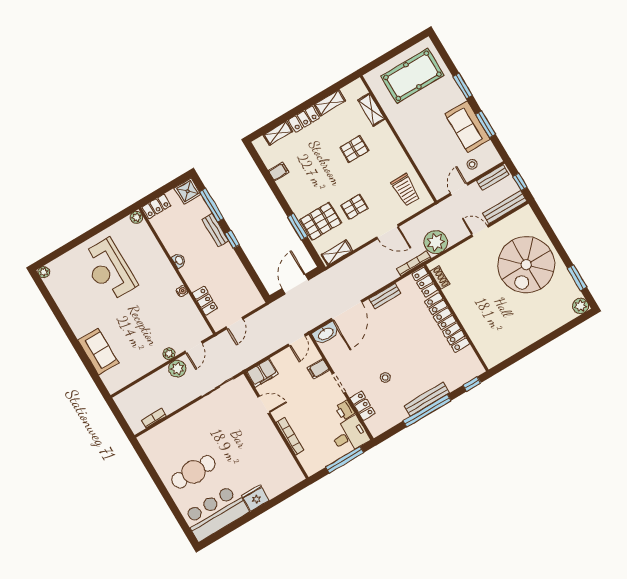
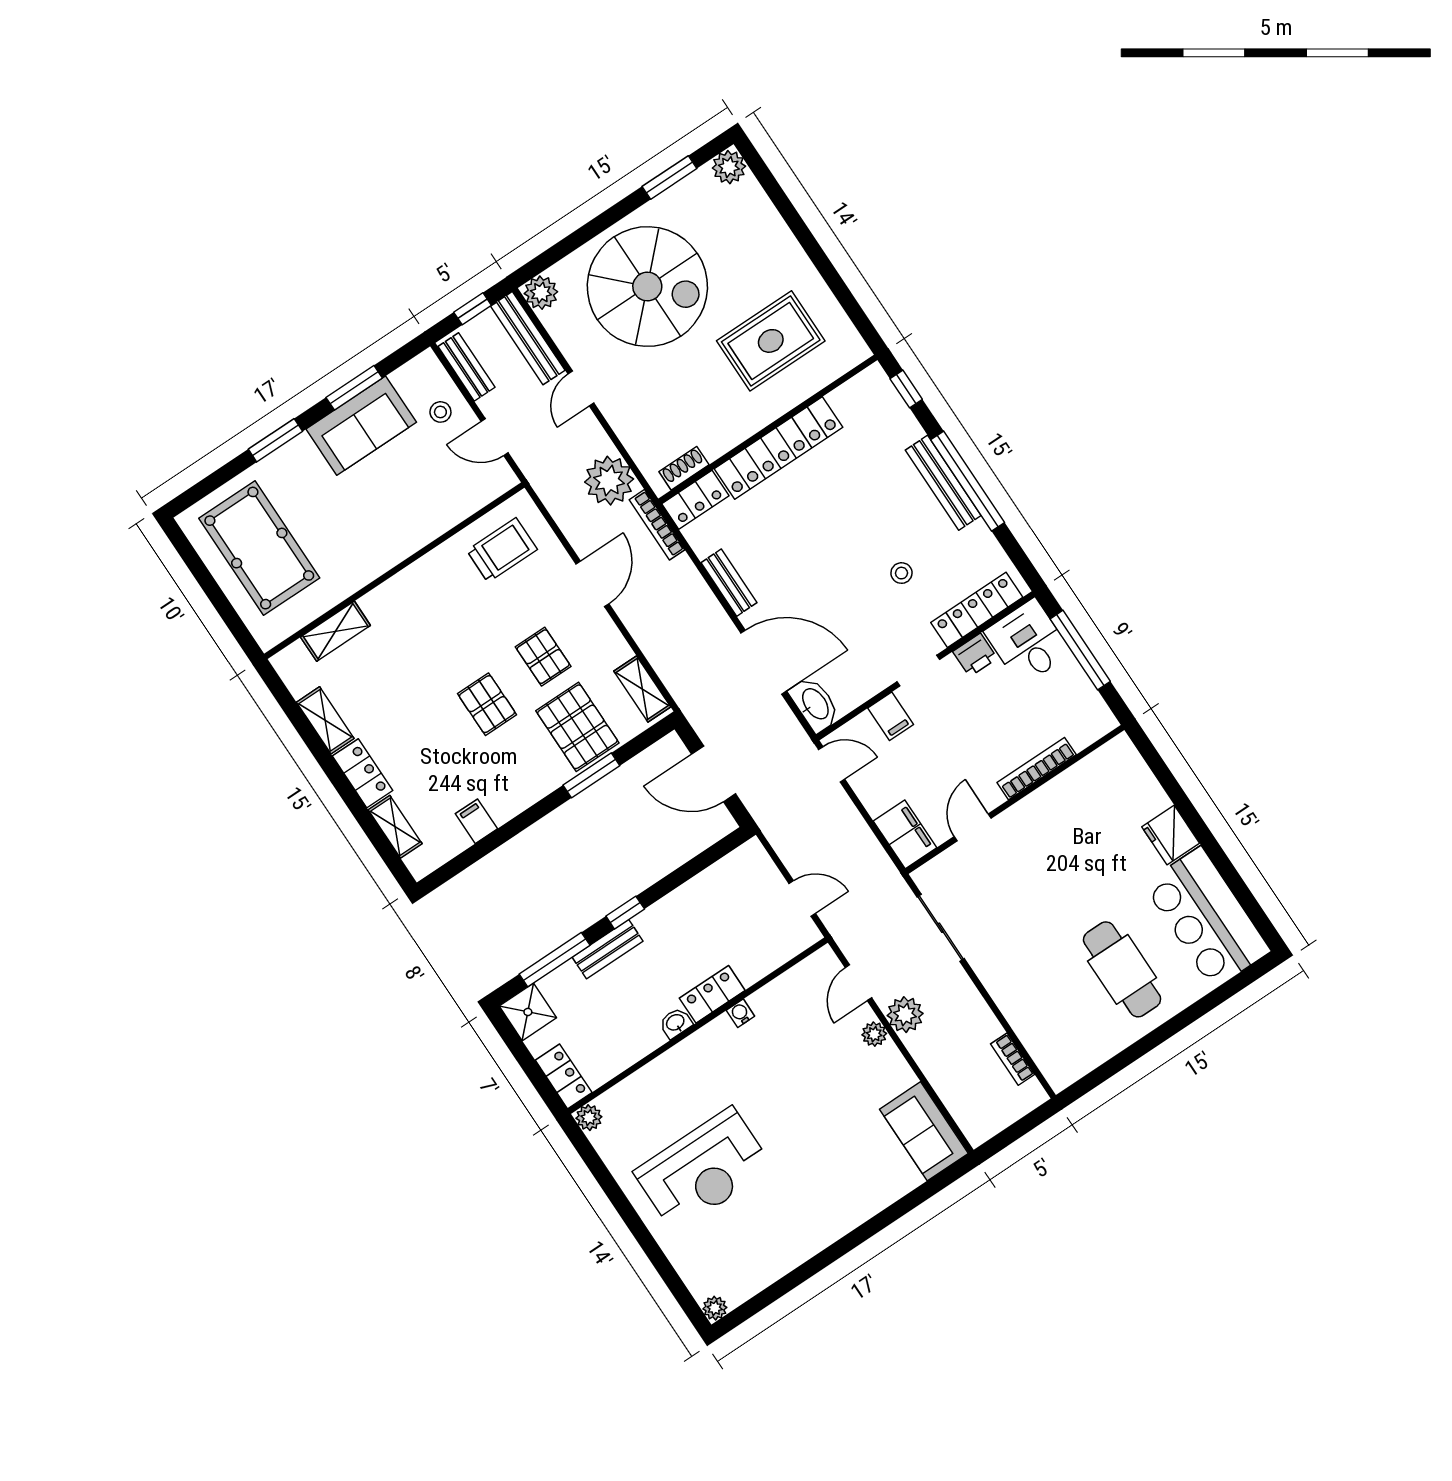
pallet: (354, 149) -> (487, 704), moved
plant: (526, 214) -> (541, 293), added
locker: (205, 301) -> (712, 994), moved
rug: (498, 321) -> (771, 341), added
door: (193, 347) -> (858, 983), swing flipped
sofa: (98, 352) -> (924, 1131), moved, turned -90
locker: (362, 406) -> (977, 610), width x1.53

